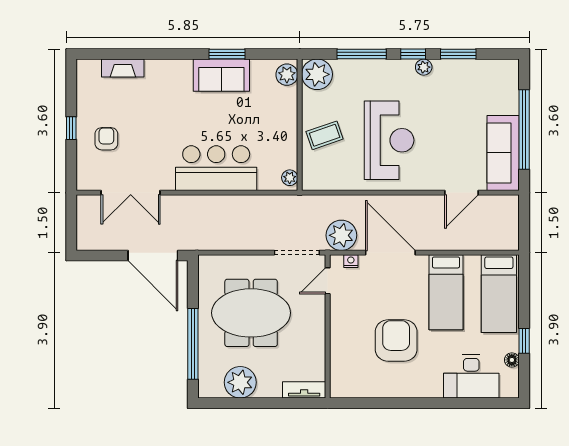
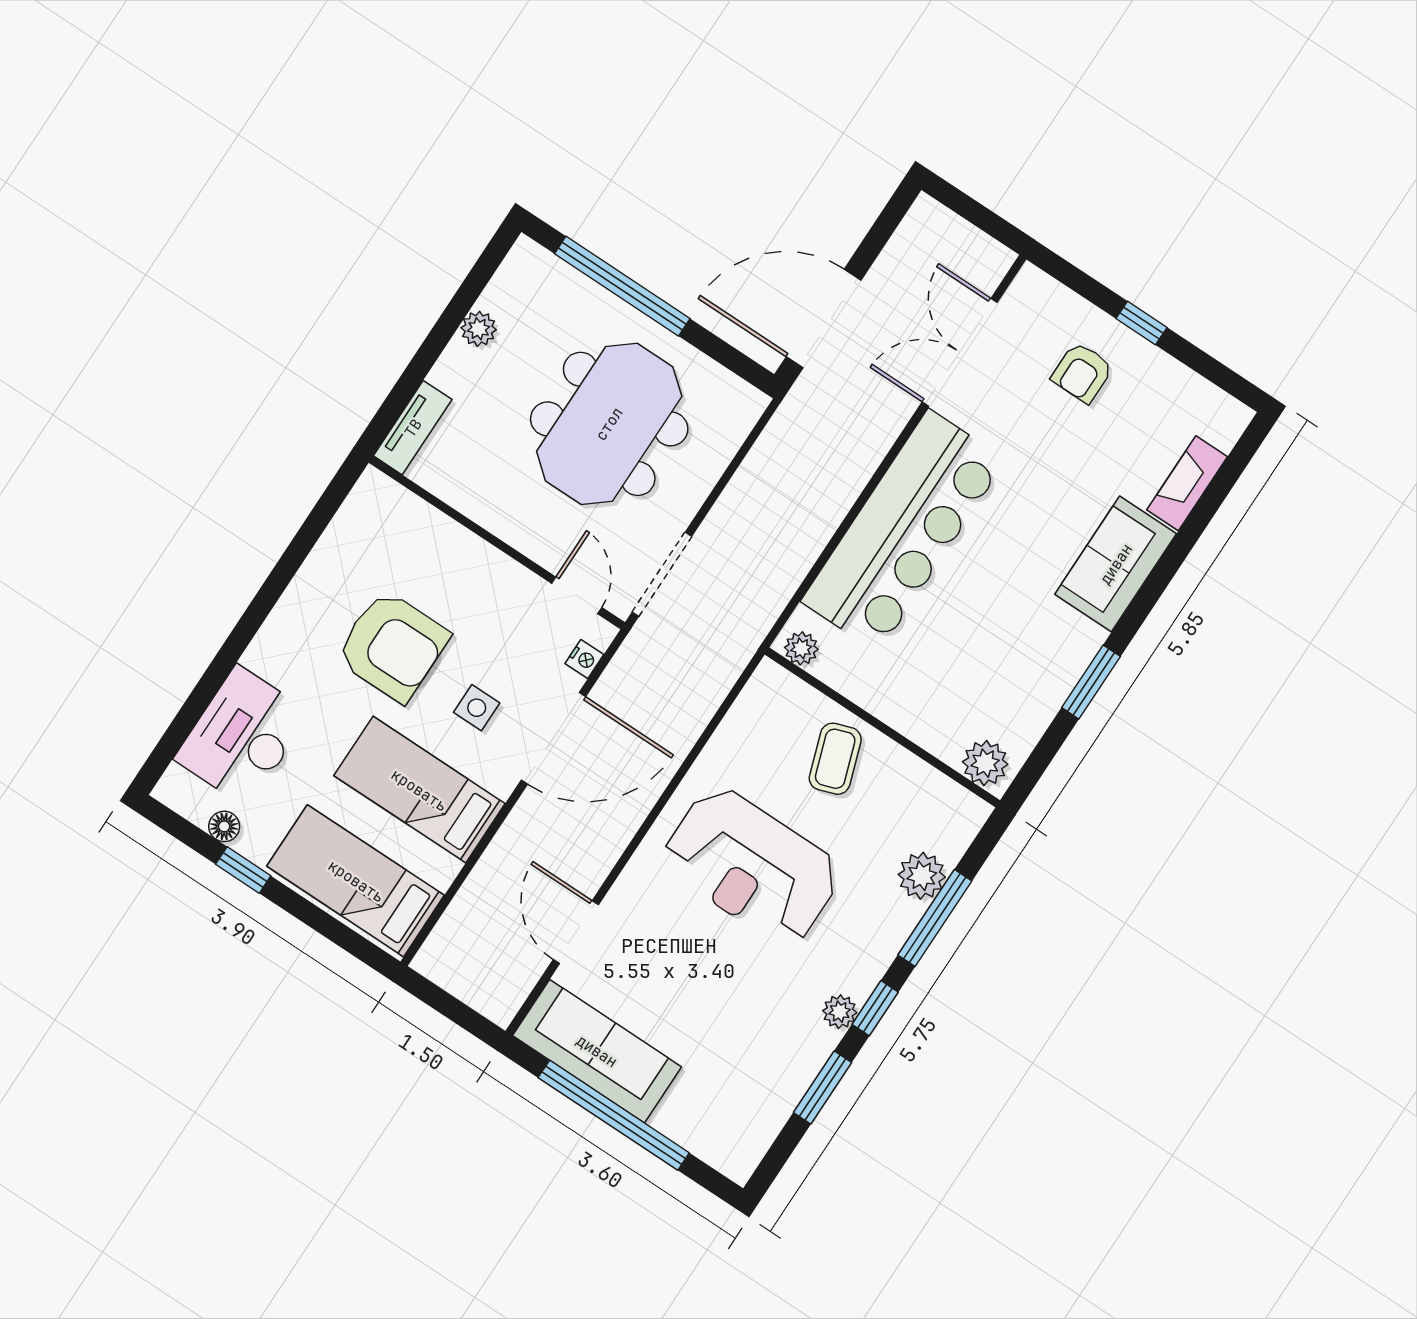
plant: (317, 74) -> (922, 876), moved, width x0.73, depth x0.73
sofa: (221, 75) -> (1116, 564), moved
armchair: (106, 139) -> (1082, 372), turned 90
bar counter: (216, 168) -> (903, 531), width x1.36
plant: (341, 235) -> (641, 672), removed
side table: (398, 291) -> (477, 708), added
plant: (240, 382) -> (479, 329), width x0.53, depth x0.53

